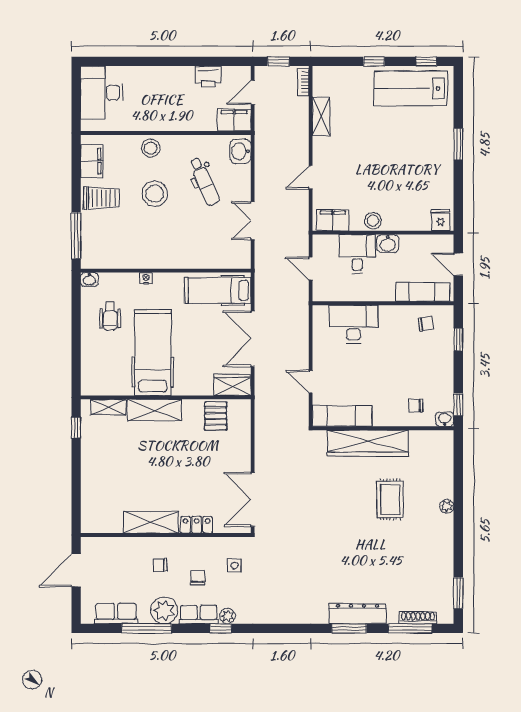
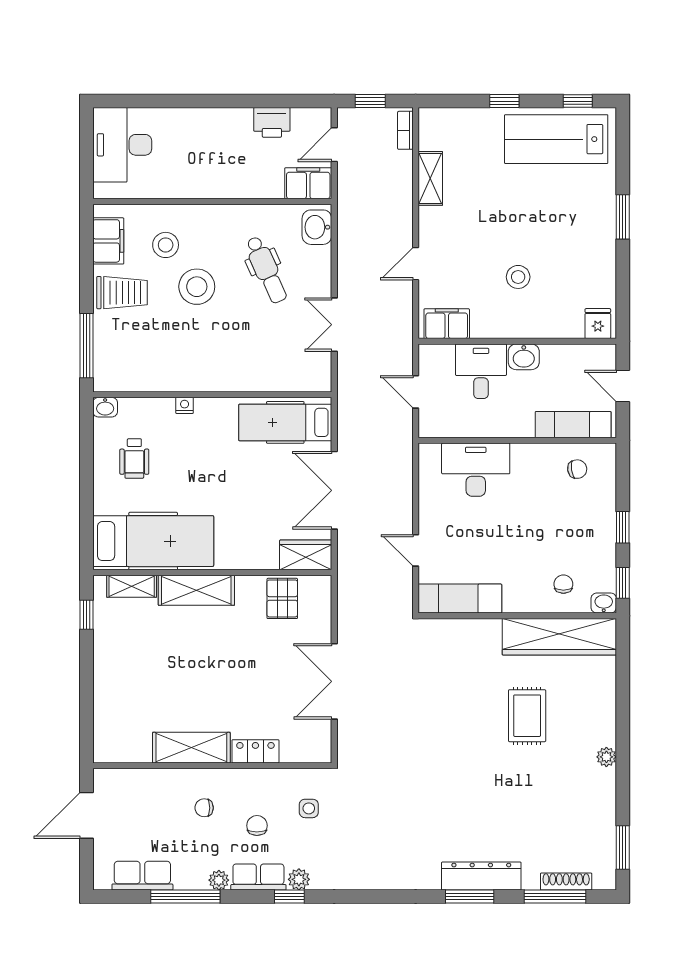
stool: (151, 148) -> (166, 245), moved
stool: (373, 221) -> (518, 277), moved
window: (458, 339) -> (623, 527), moved
hospital bed: (153, 353) -> (153, 541), moved, turned 90
chair: (416, 406) -> (563, 584), turned 90
wardrobe: (368, 443) -> (559, 637), moved
double door: (253, 499) -> (334, 681), moved
plant: (447, 506) -> (606, 757), moved
plant: (164, 610) -> (219, 880), width x0.53, depth x0.53

